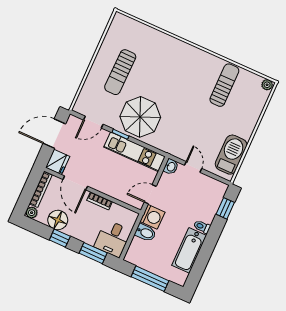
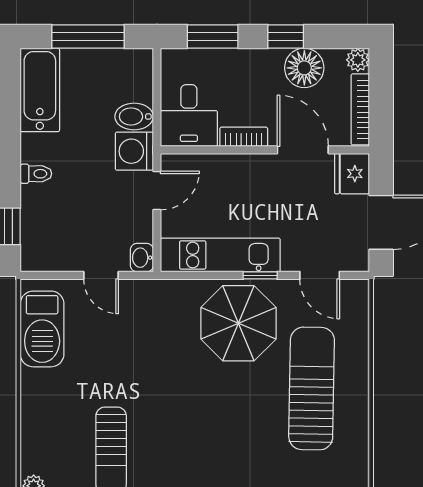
sun lounger: (120, 72) -> (312, 388), width x1.36, depth x1.34
door: (93, 122) -> (320, 275), swing flipped
desk: (113, 239) -> (189, 116), moved, turned 180
bathtub: (189, 250) -> (40, 90), moved

